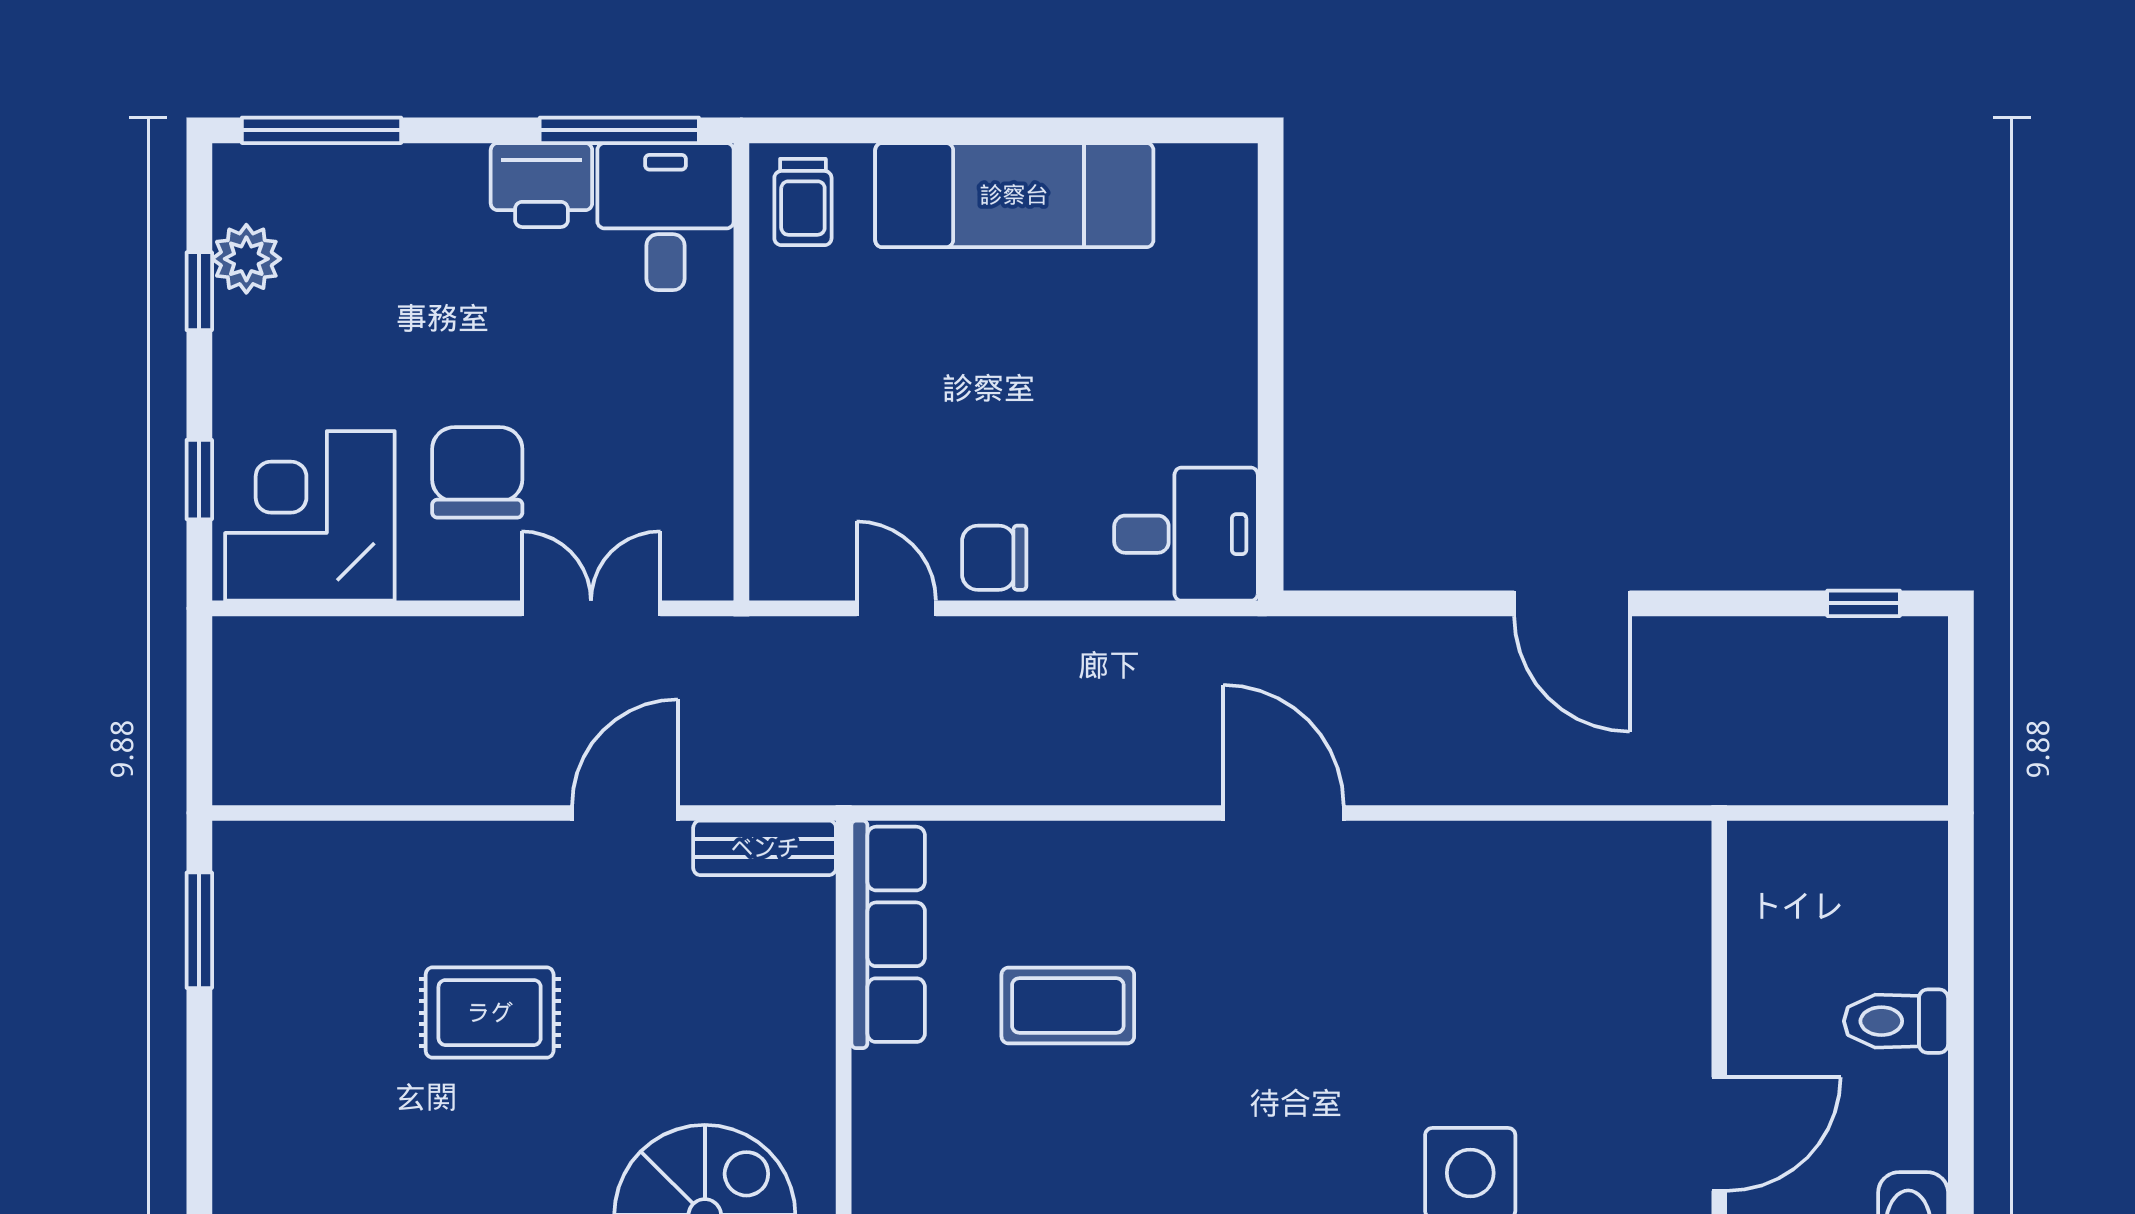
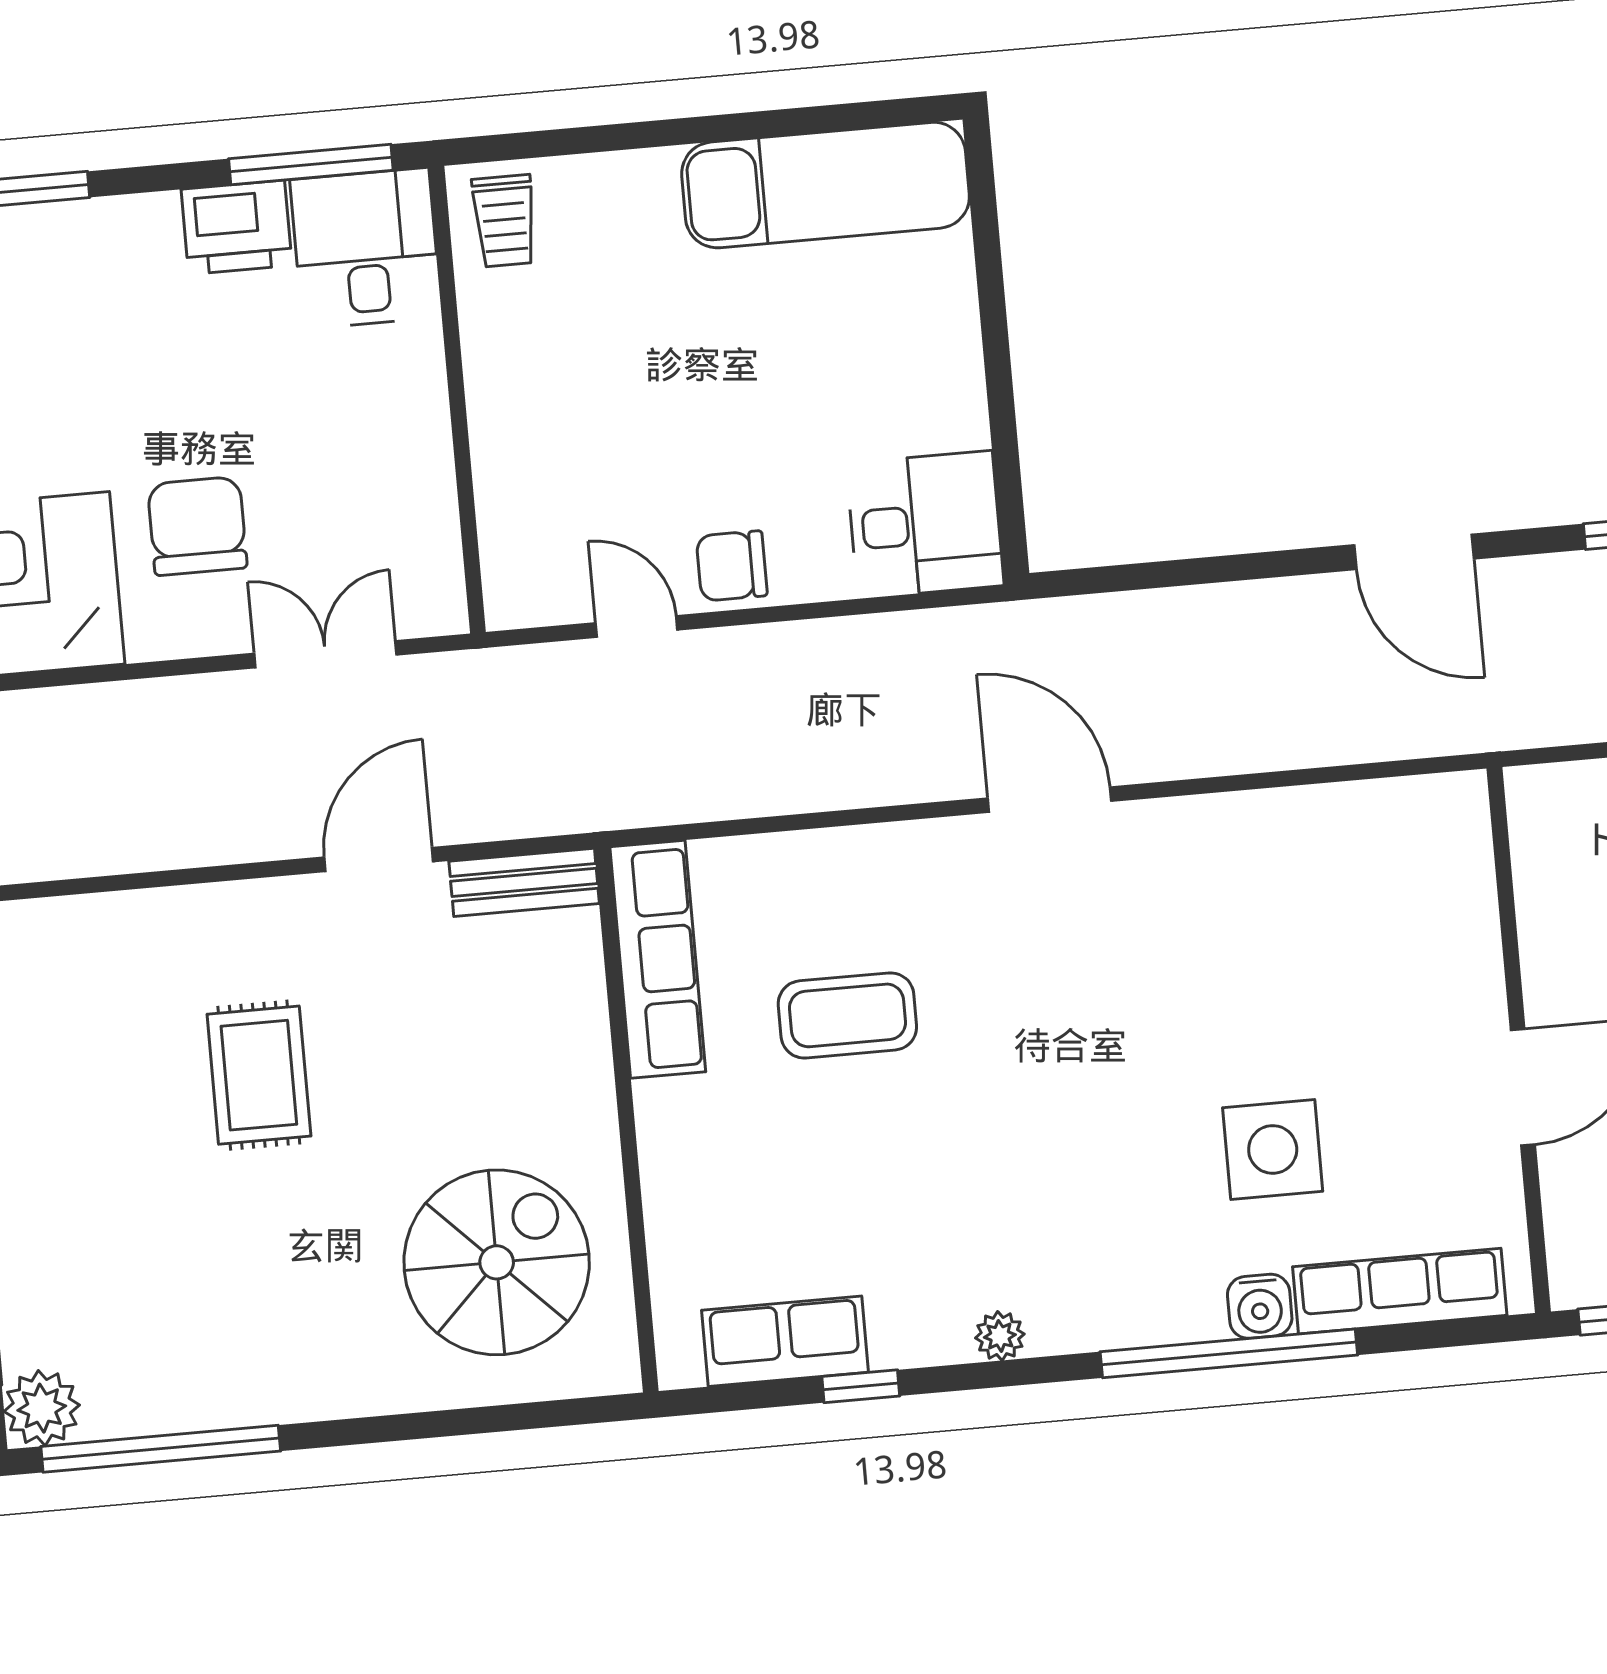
exam couch: (1014, 195) -> (826, 185), moved
door: (1572, 603) -> (1414, 552), moved
rug: (490, 1013) -> (259, 1075), turned 90

